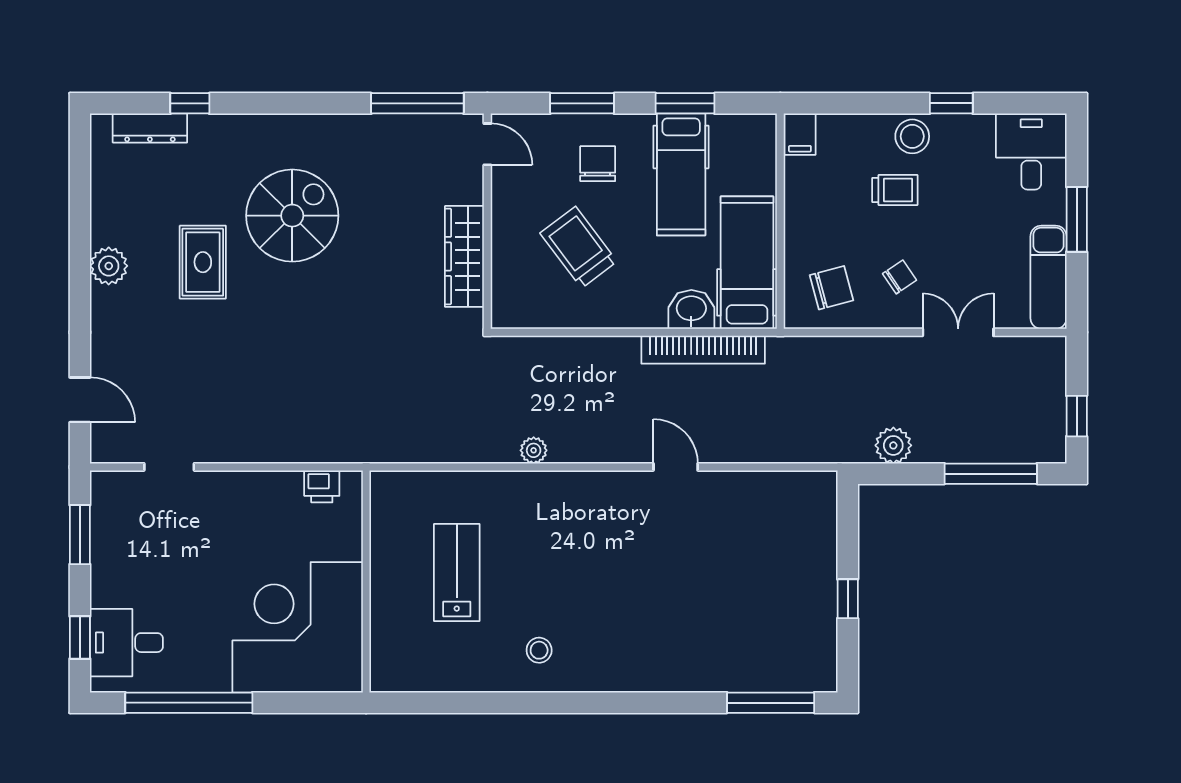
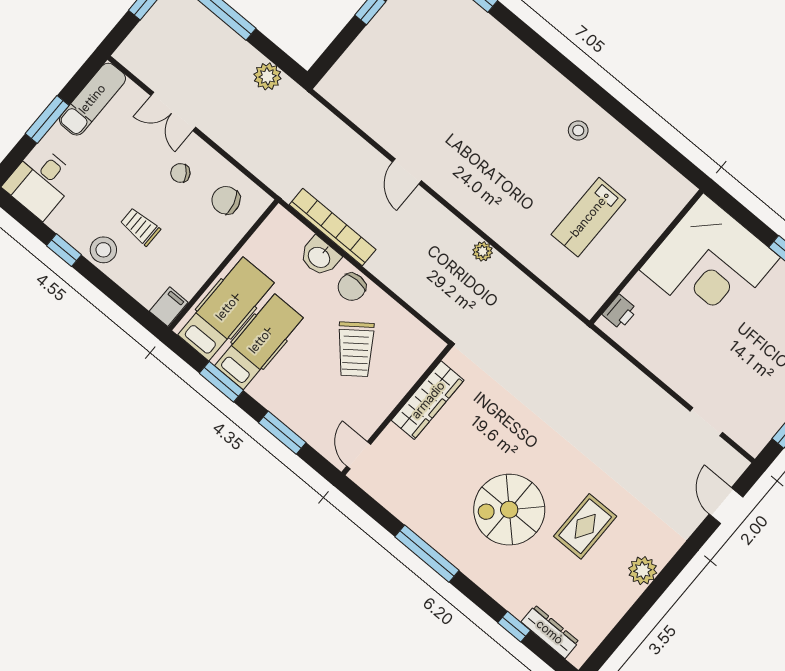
window: (417, 103) -> (427, 554), moved
chair: (598, 164) -> (352, 287), moved
hospital bed: (747, 263) -> (226, 309), moved, turned 180
printer: (322, 486) -> (620, 312), moved, turned 90

